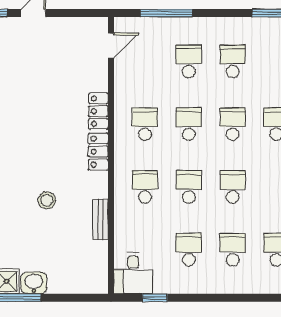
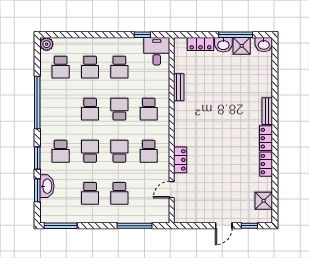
door: (111, 46) -> (172, 190), moved
school desk: (189, 124) -> (119, 151), turned 180
school desk: (233, 124) -> (90, 151), turned 180
locker: (98, 152) -> (200, 44), moved, turned 90
school desk: (189, 187) -> (119, 109), turned 180
stool: (47, 200) -> (215, 100), removed

